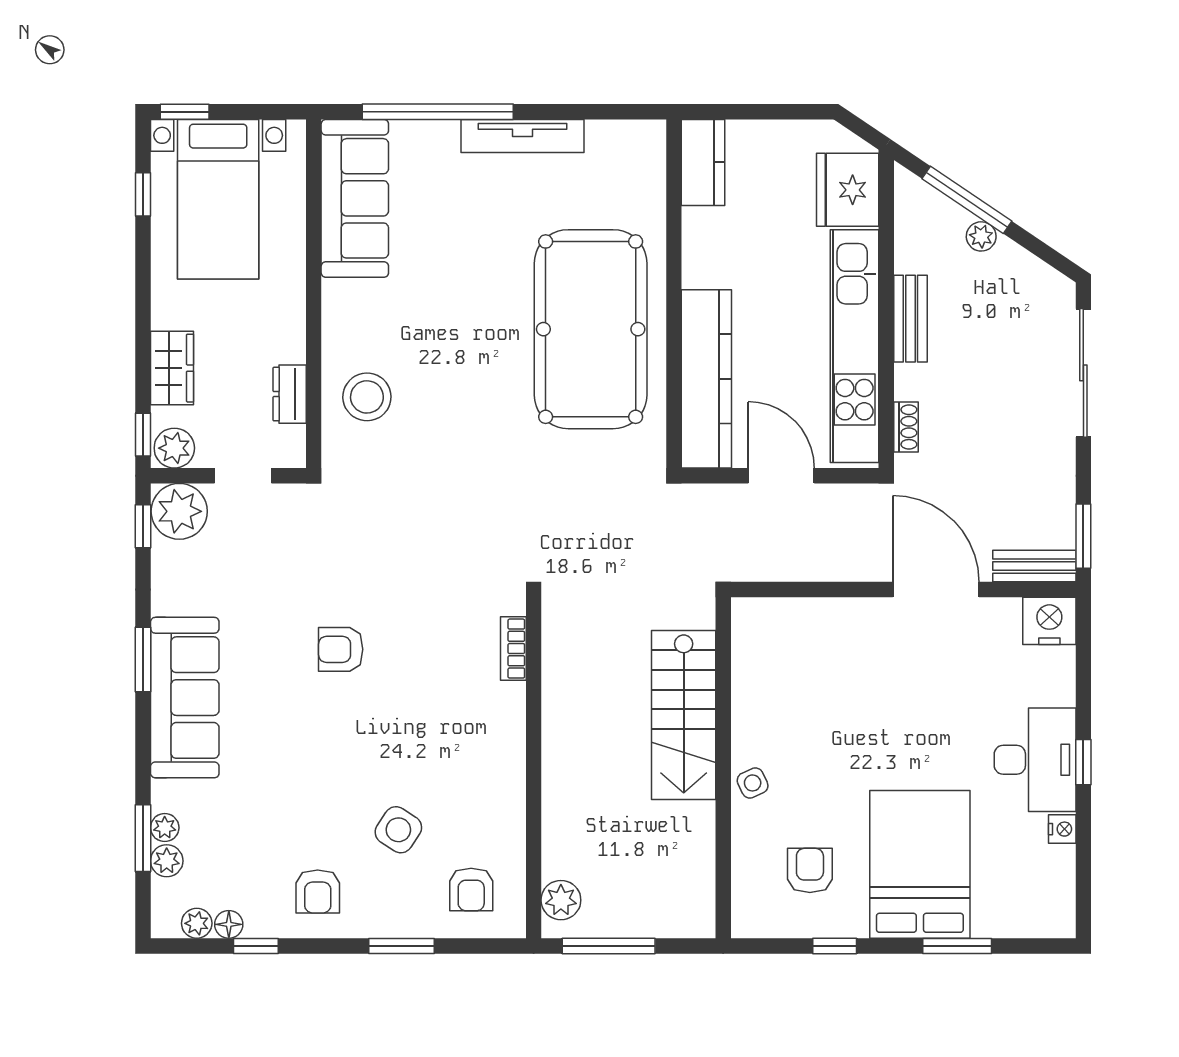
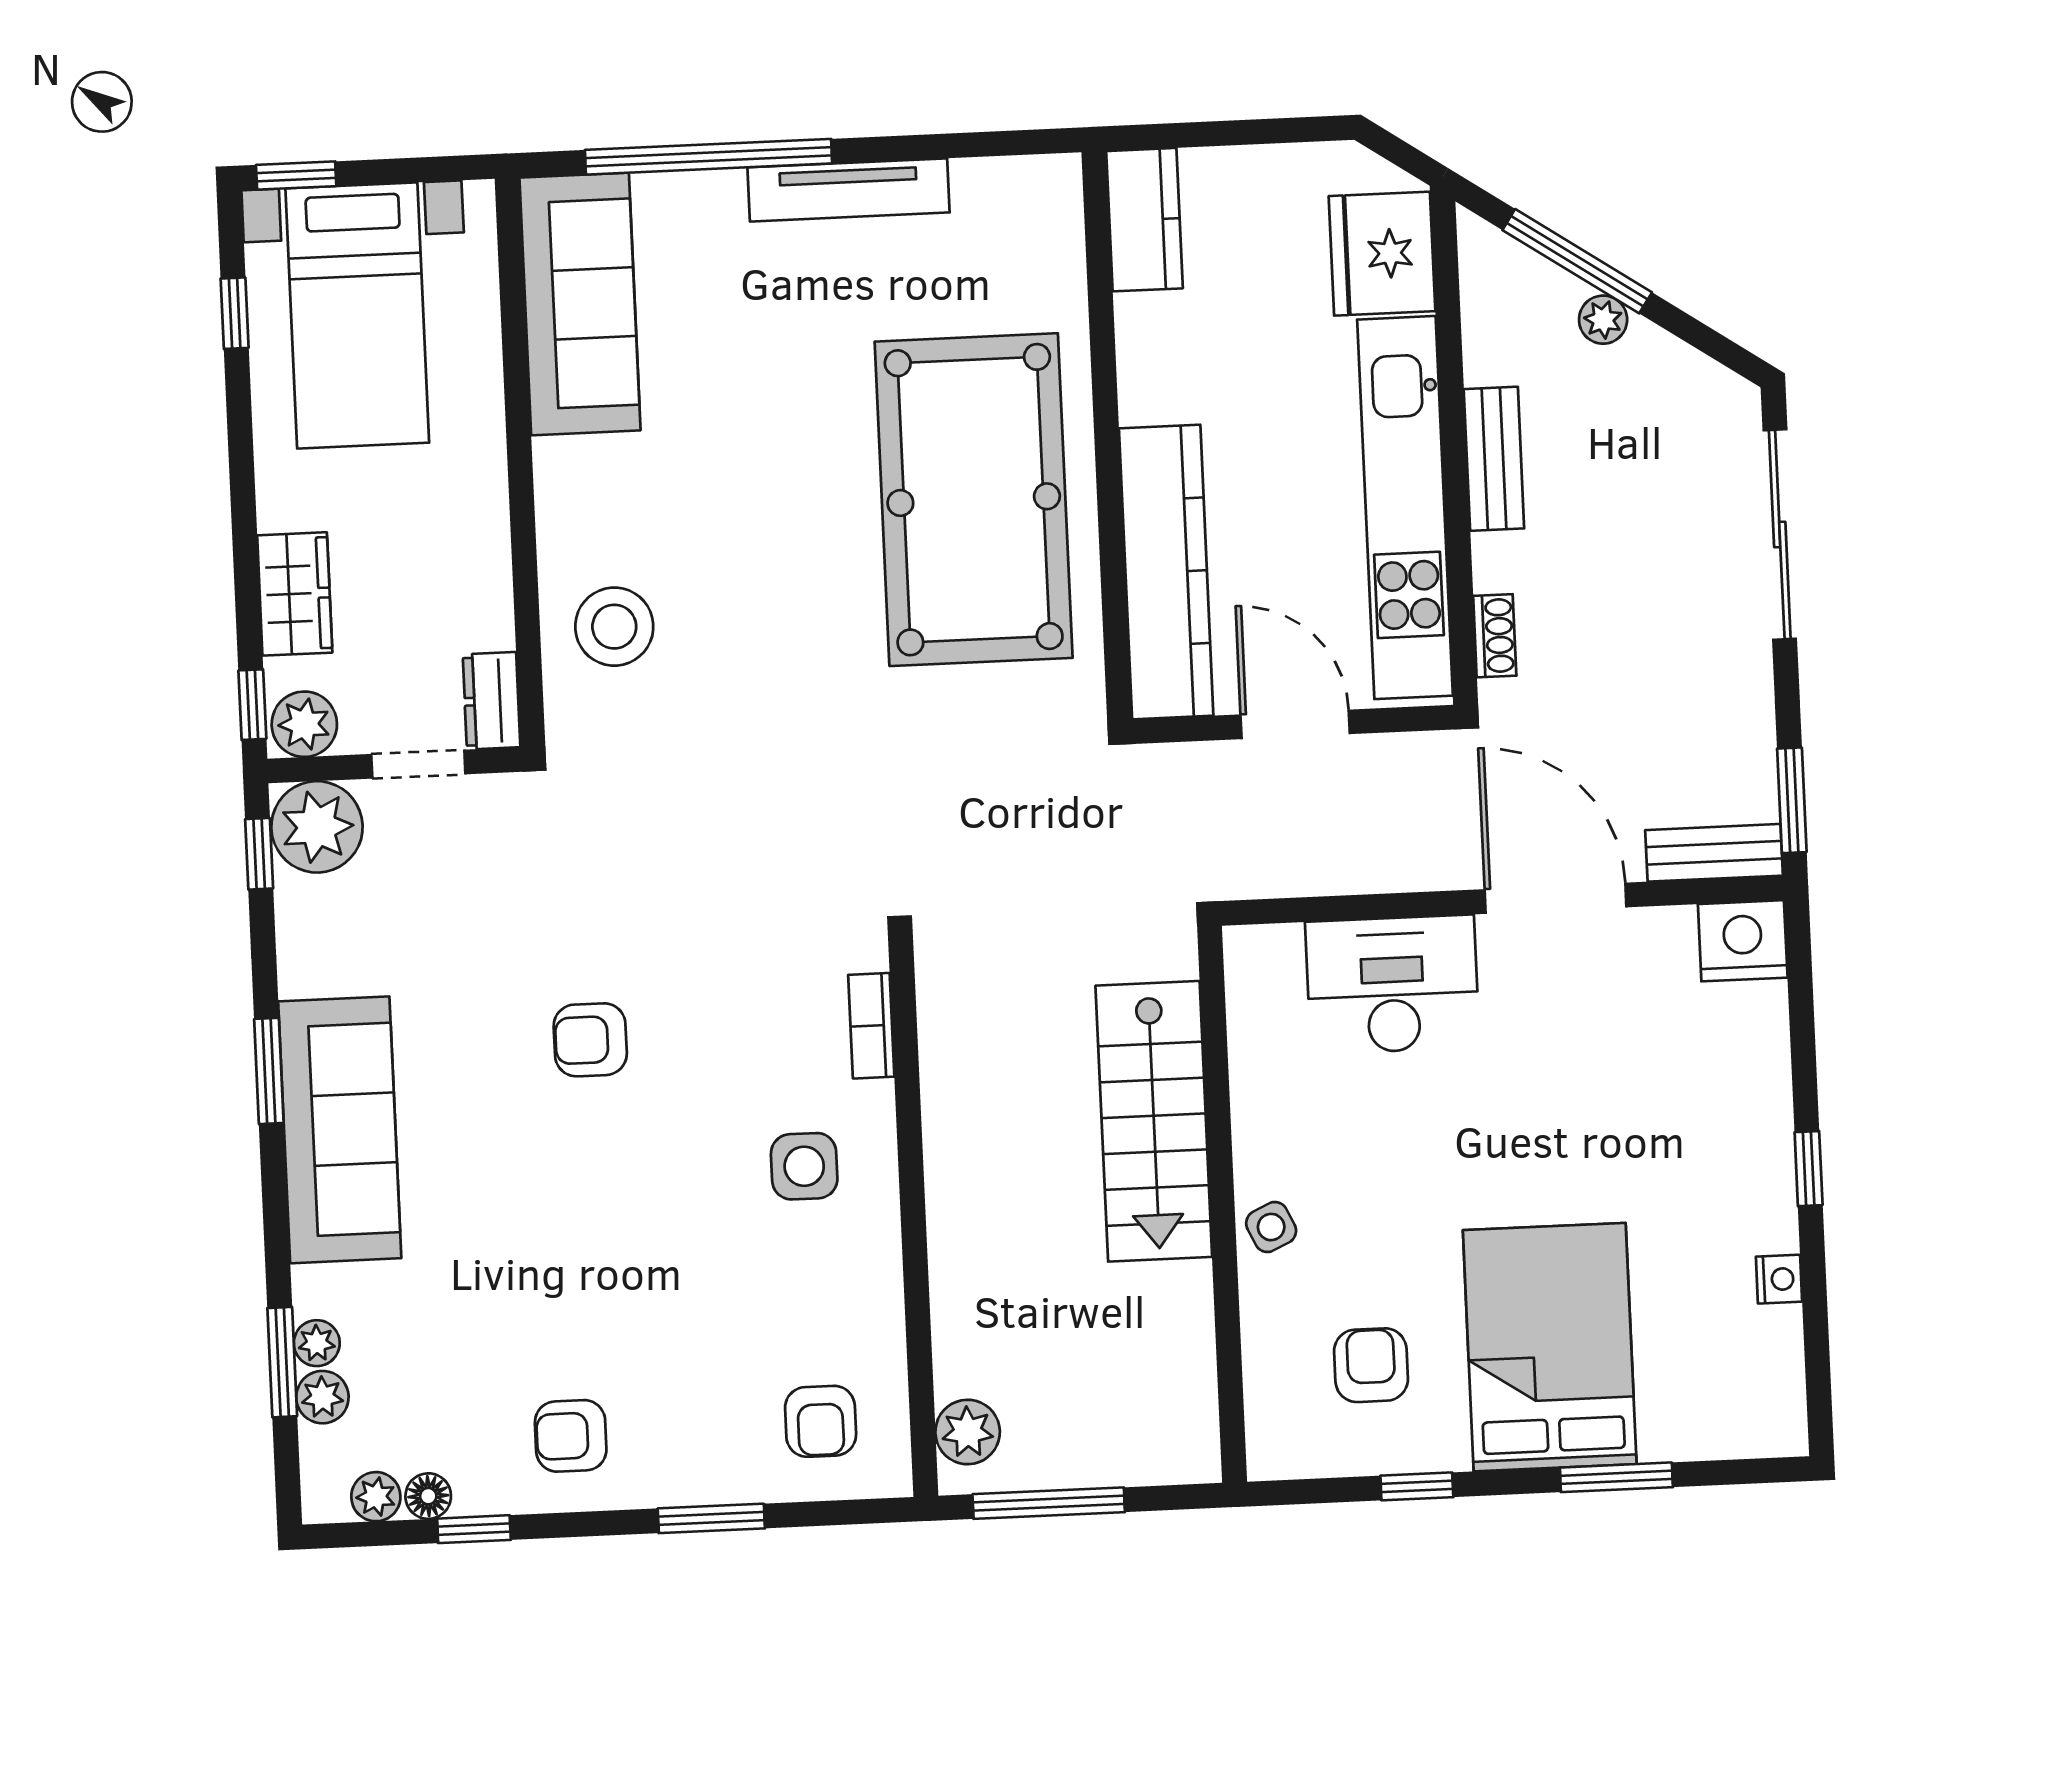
dresser: (290, 394) -> (492, 701), moved
desk: (1035, 760) -> (1392, 985), moved, turned -90
side table: (398, 830) -> (804, 1166), moved, turned -33
armchair: (318, 891) -> (571, 1436), turned 90

